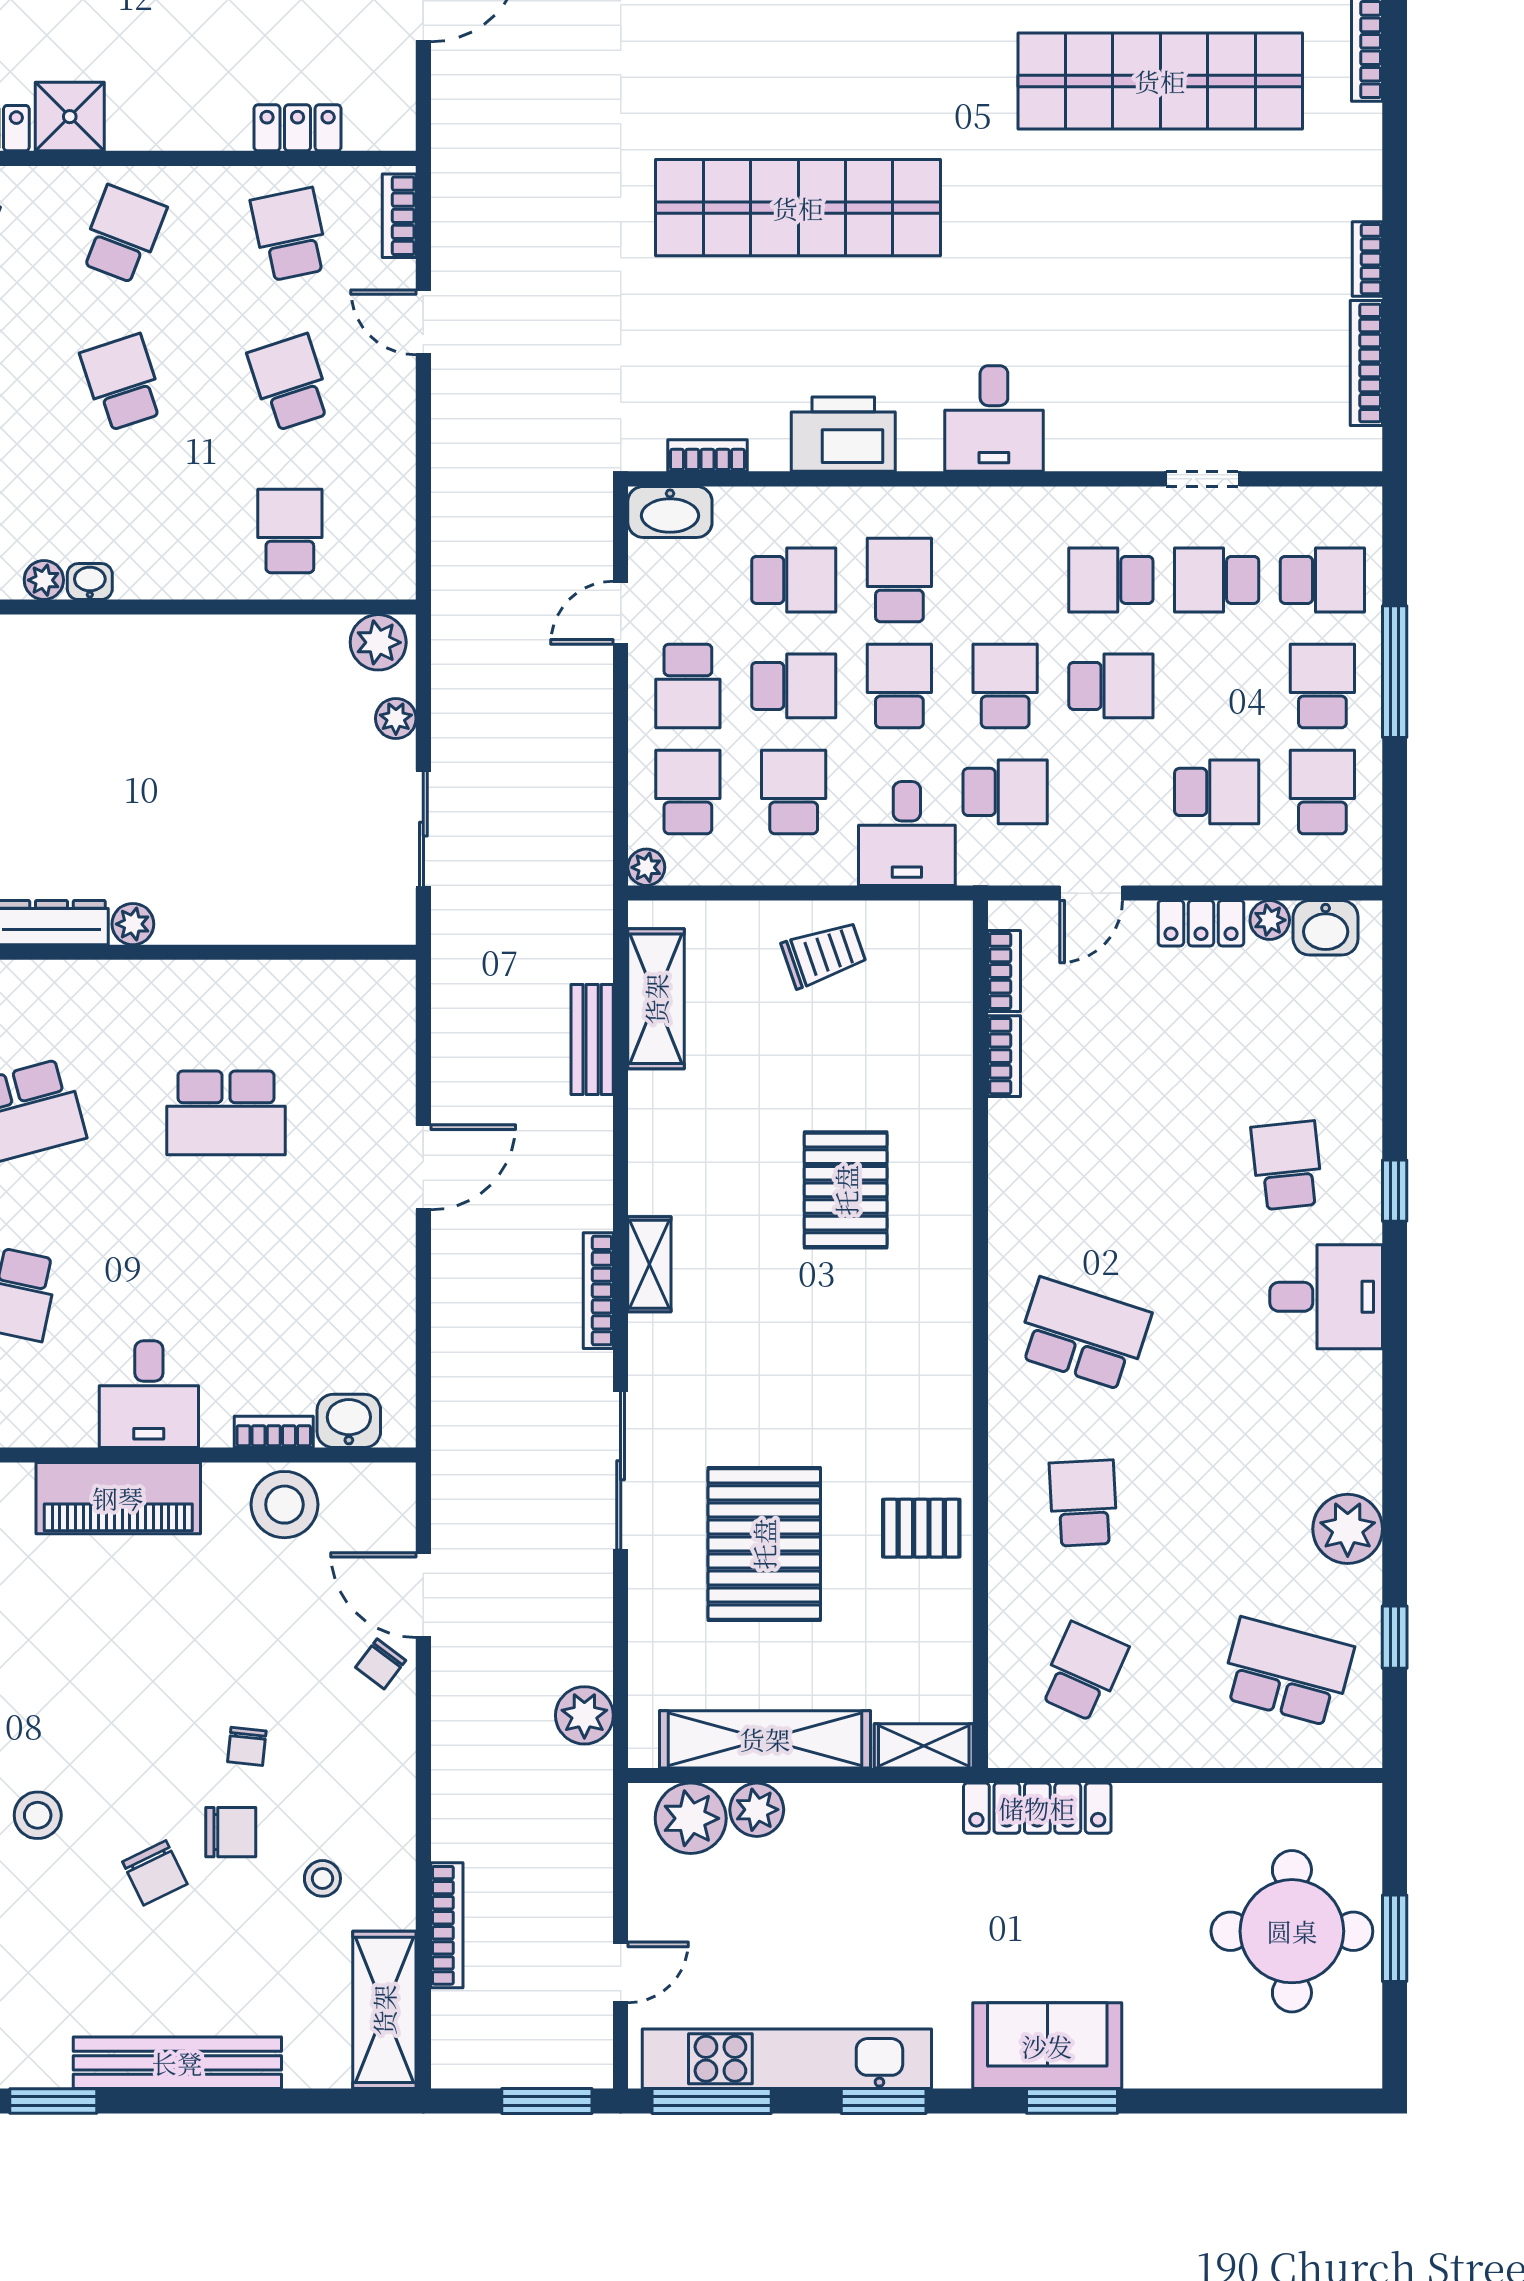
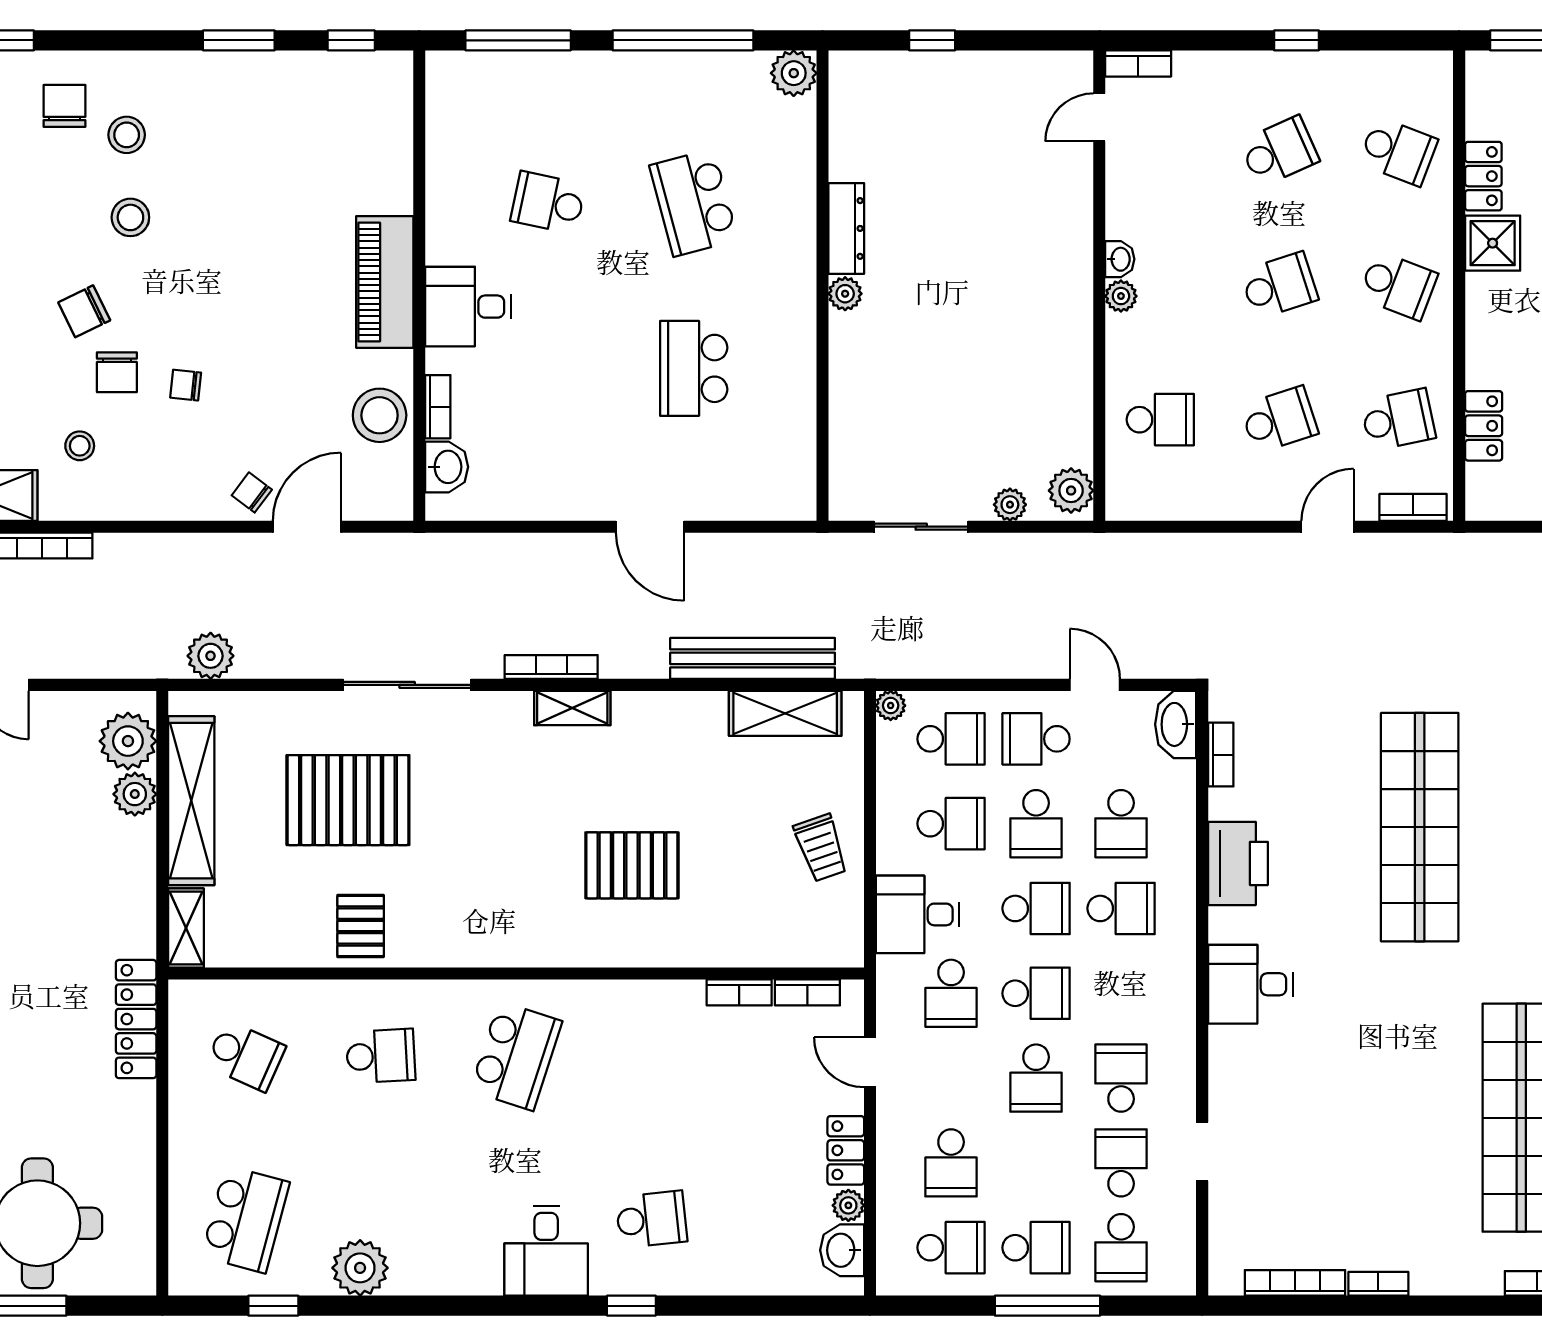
plant: (44, 580) -> (1121, 296), moved
bench: (592, 1039) -> (753, 658), width x1.86, depth x1.21

